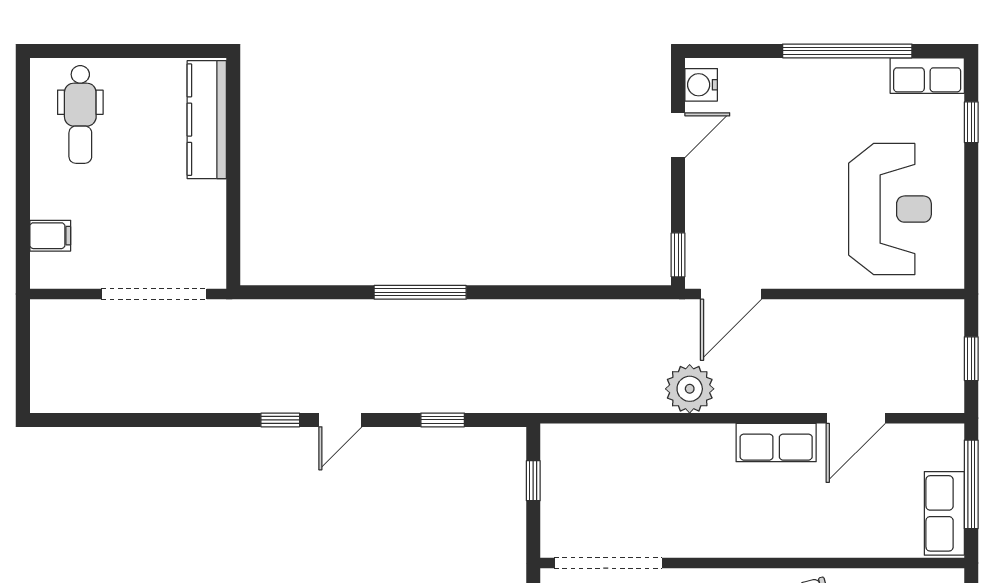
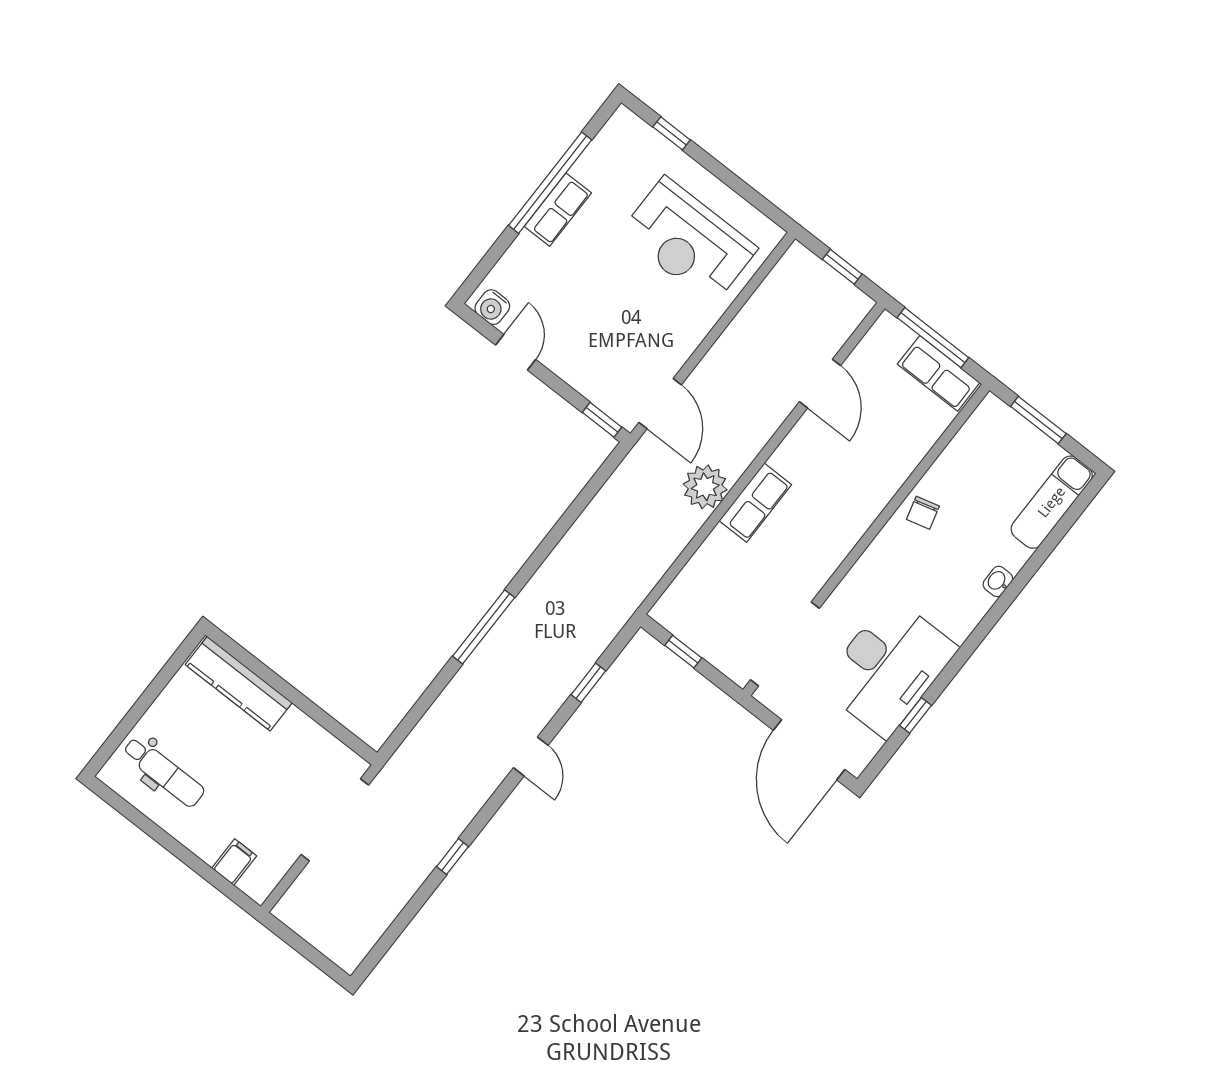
row of seats: (927, 76) -> (558, 210), moved
reception desk: (890, 209) -> (688, 241), turned 180
window: (280, 420) -> (452, 857), moved
row of seats: (776, 443) -> (755, 503), moved

